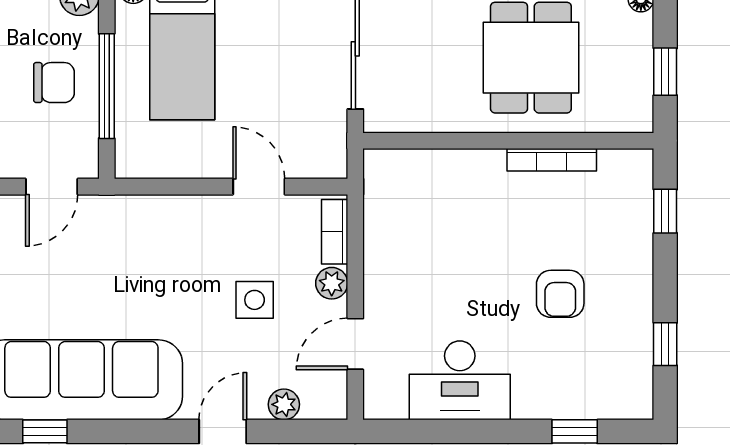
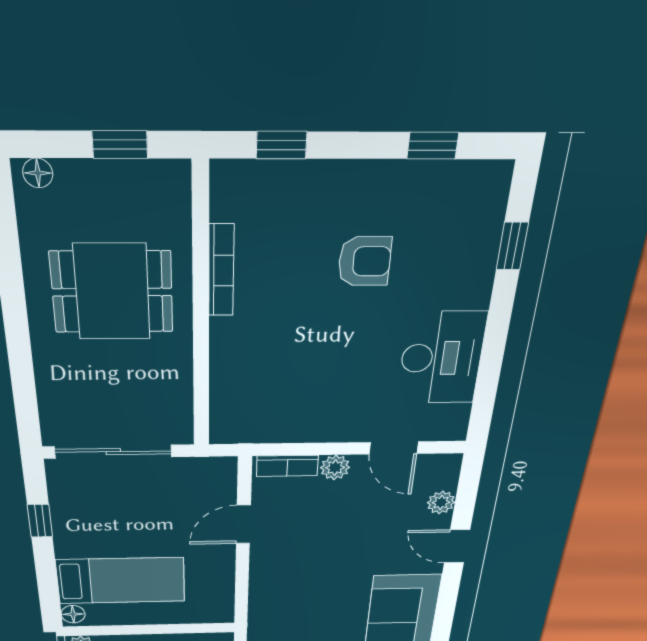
window: (107, 86) -> (156, 629), removed
side table: (255, 300) -> (345, 526), removed

